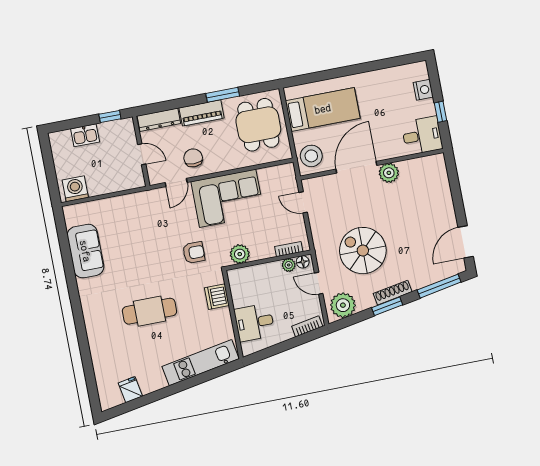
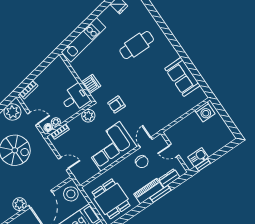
window: (223, 95) -> (161, 194), moved
dresser: (159, 120) -> (169, 178), width x0.70
kitchen sink: (85, 135) -> (198, 157), moved
cafe table: (149, 311) -> (137, 45), moved
desk: (254, 322) -> (75, 98), moved

